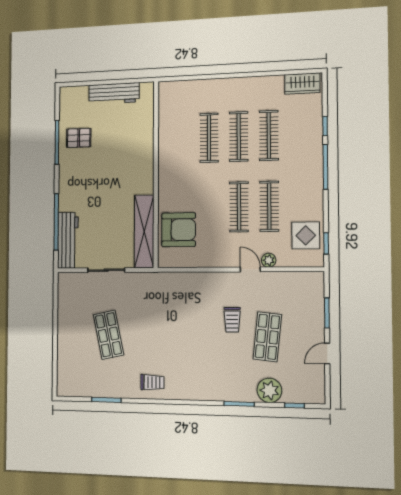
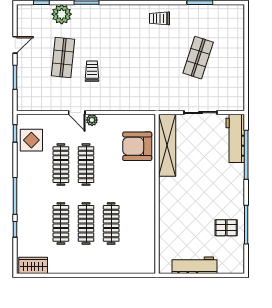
plant: (269, 260) -> (92, 120), moved
shop shelf: (108, 335) -> (198, 58), turned 30

